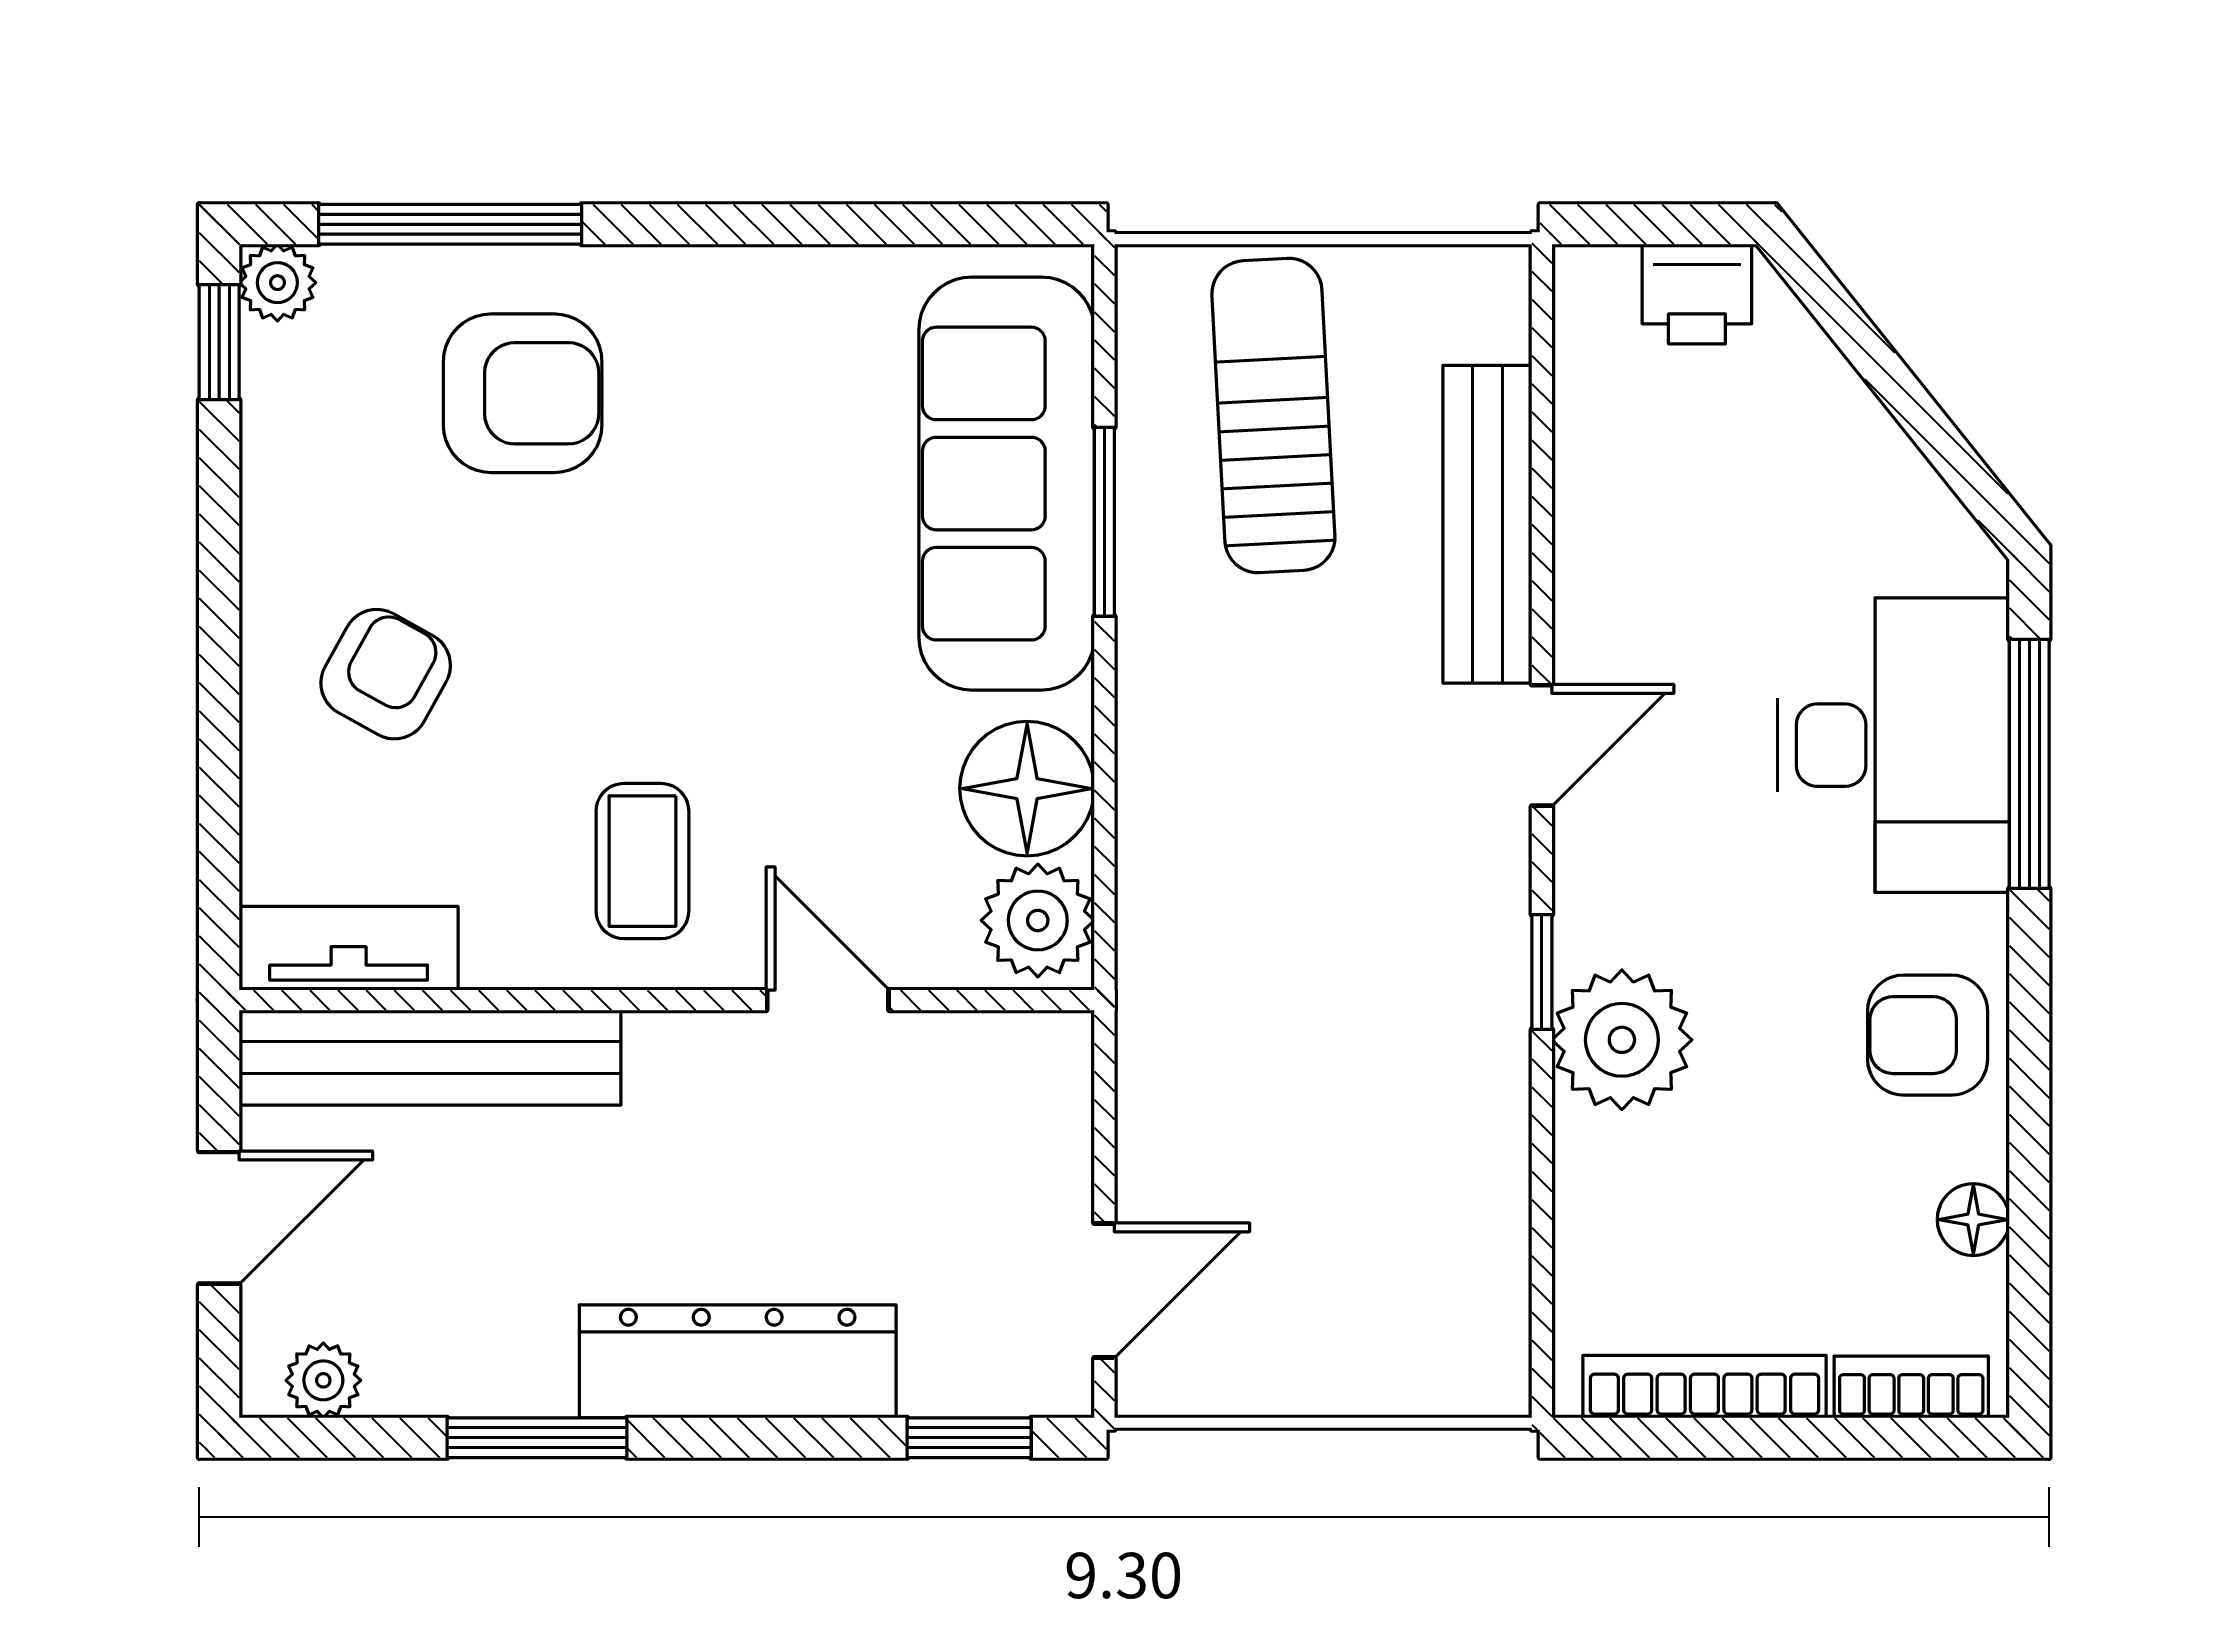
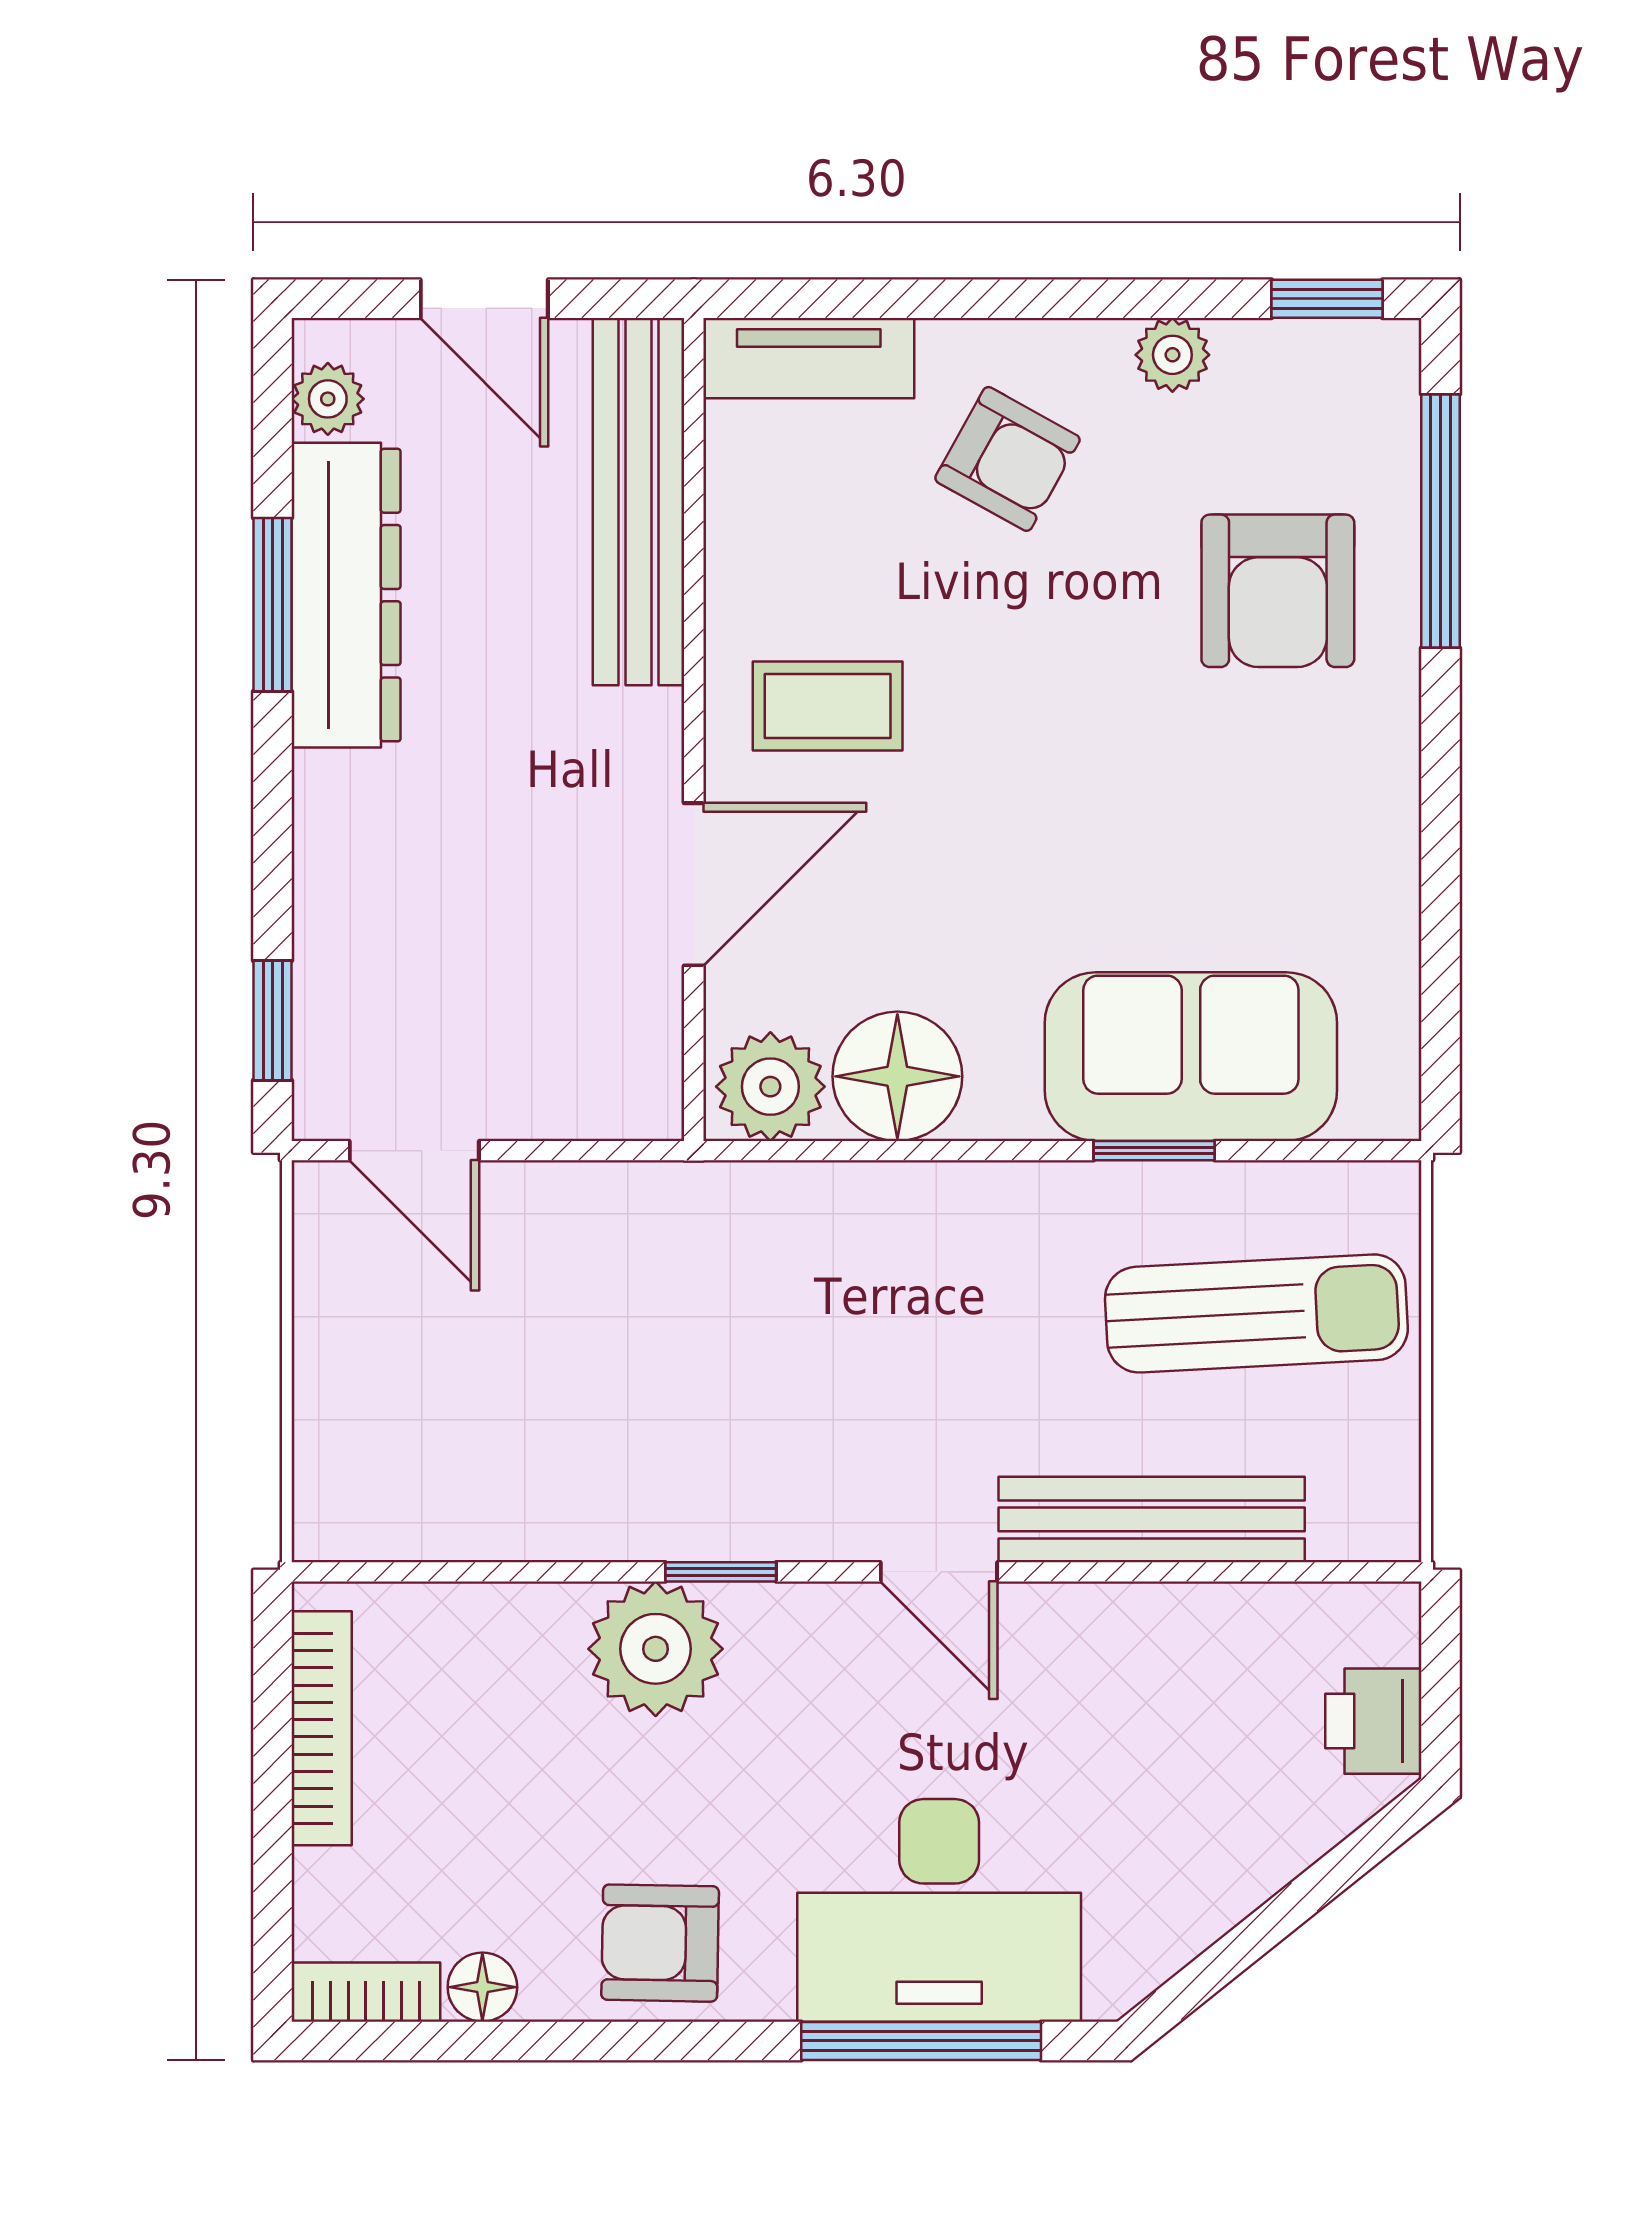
plant: (277, 283) -> (1172, 355), moved
sofa: (1007, 484) -> (1191, 1057), width x0.73
window: (1104, 522) -> (1154, 1151), width x0.67
tv unit: (349, 948) -> (809, 358), moved, turned 90
door: (828, 1000) -> (694, 884), width x1.38
armchair: (1928, 1035) -> (660, 1943), turned -89
dresser: (738, 1361) -> (346, 595), moved
bookcase: (1911, 1387) -> (366, 1992), moved, turned -90

